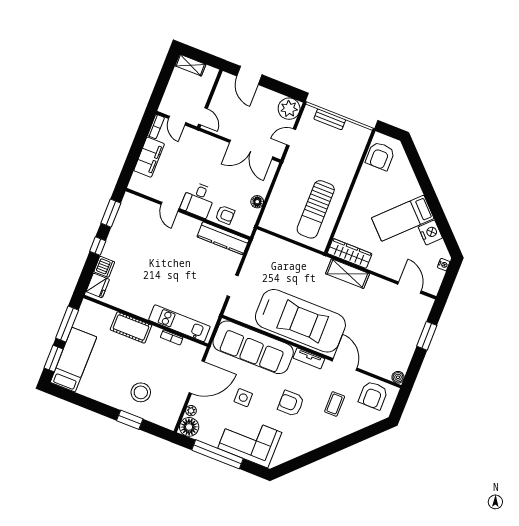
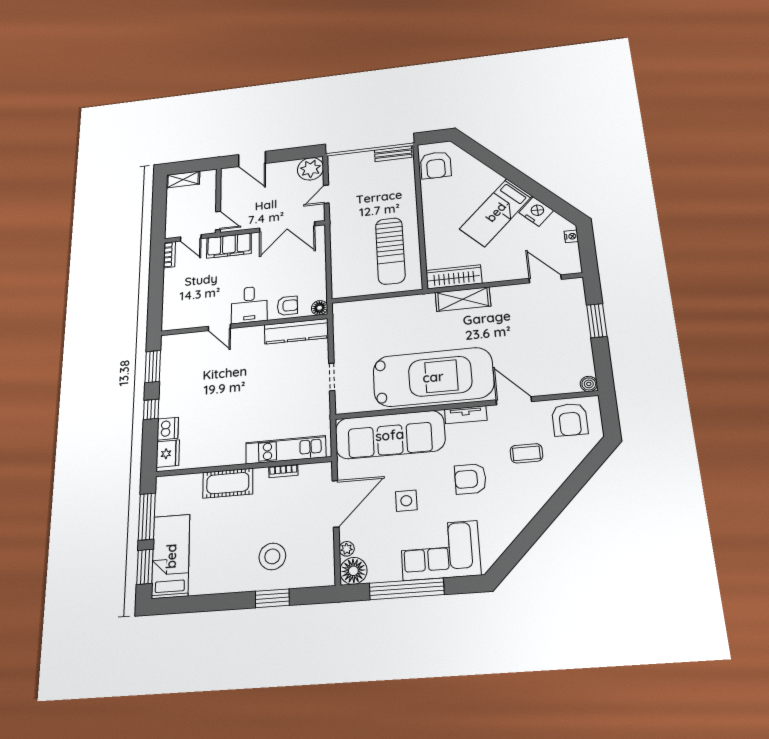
bench: (330, 119) -> (393, 154), moved
filing cabinet: (149, 157) -> (229, 246), moved, turned 90
floor lamp: (257, 202) -> (320, 308), moved
coffee table: (335, 404) -> (526, 453), turned 90

